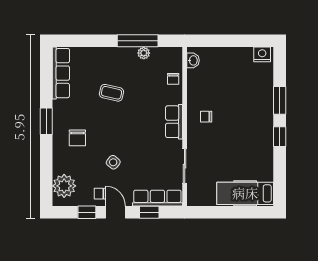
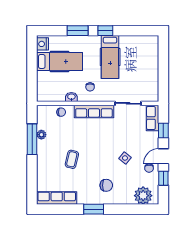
washbasin: (193, 60) -> (71, 97), moved
hospital bed: (239, 77) -> (60, 61), added
row of seats: (174, 122) -> (94, 111), width x1.48
hospital bed: (245, 193) -> (110, 57), moved
row of seats: (157, 198) -> (152, 118), width x0.68

